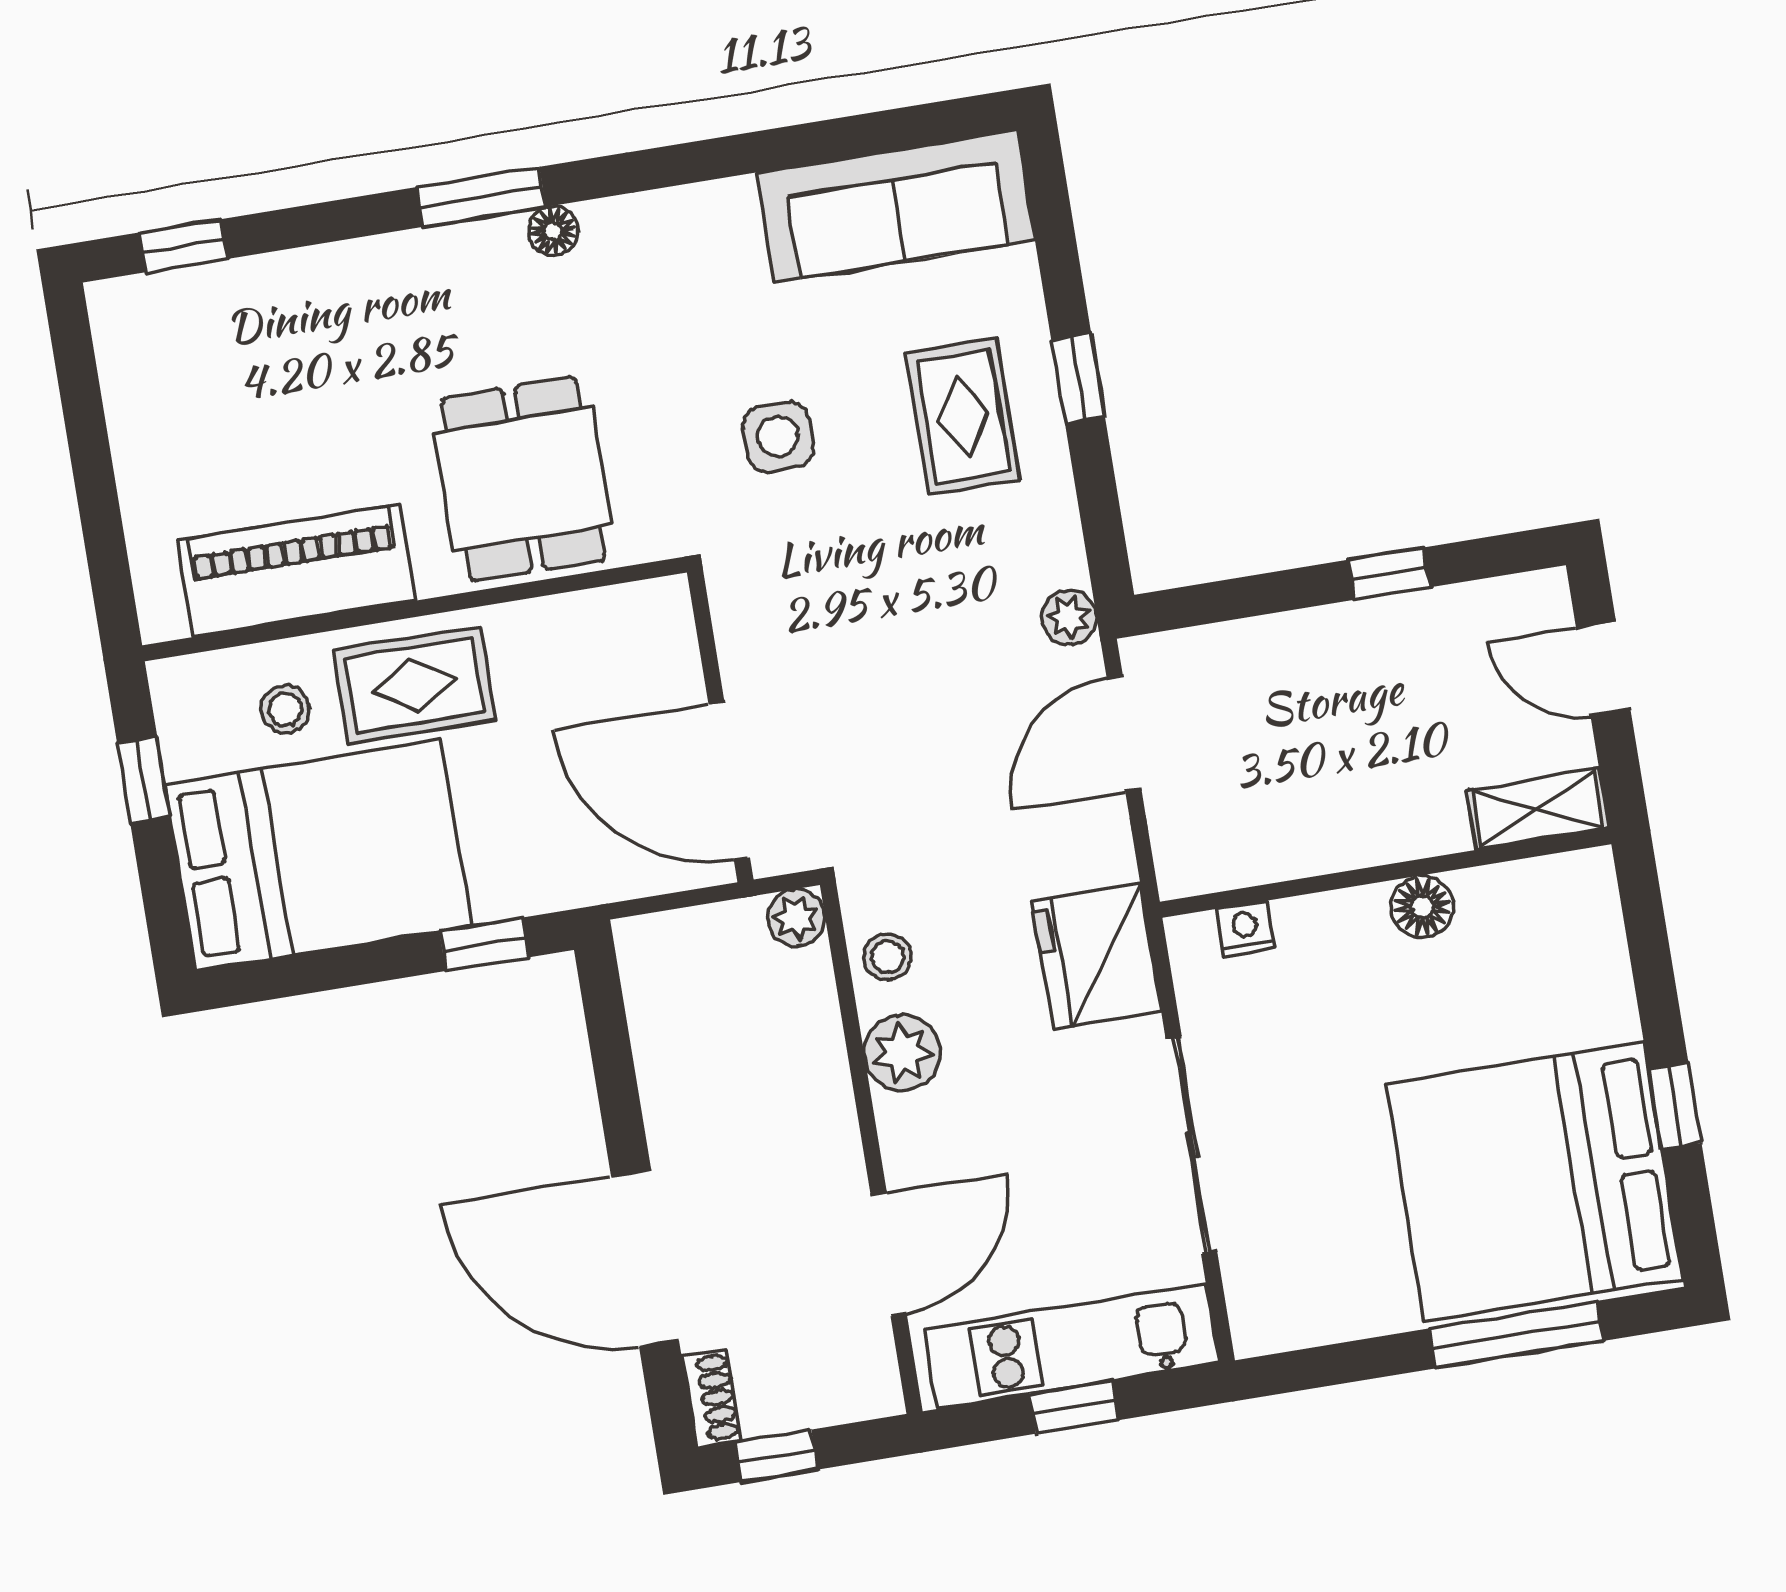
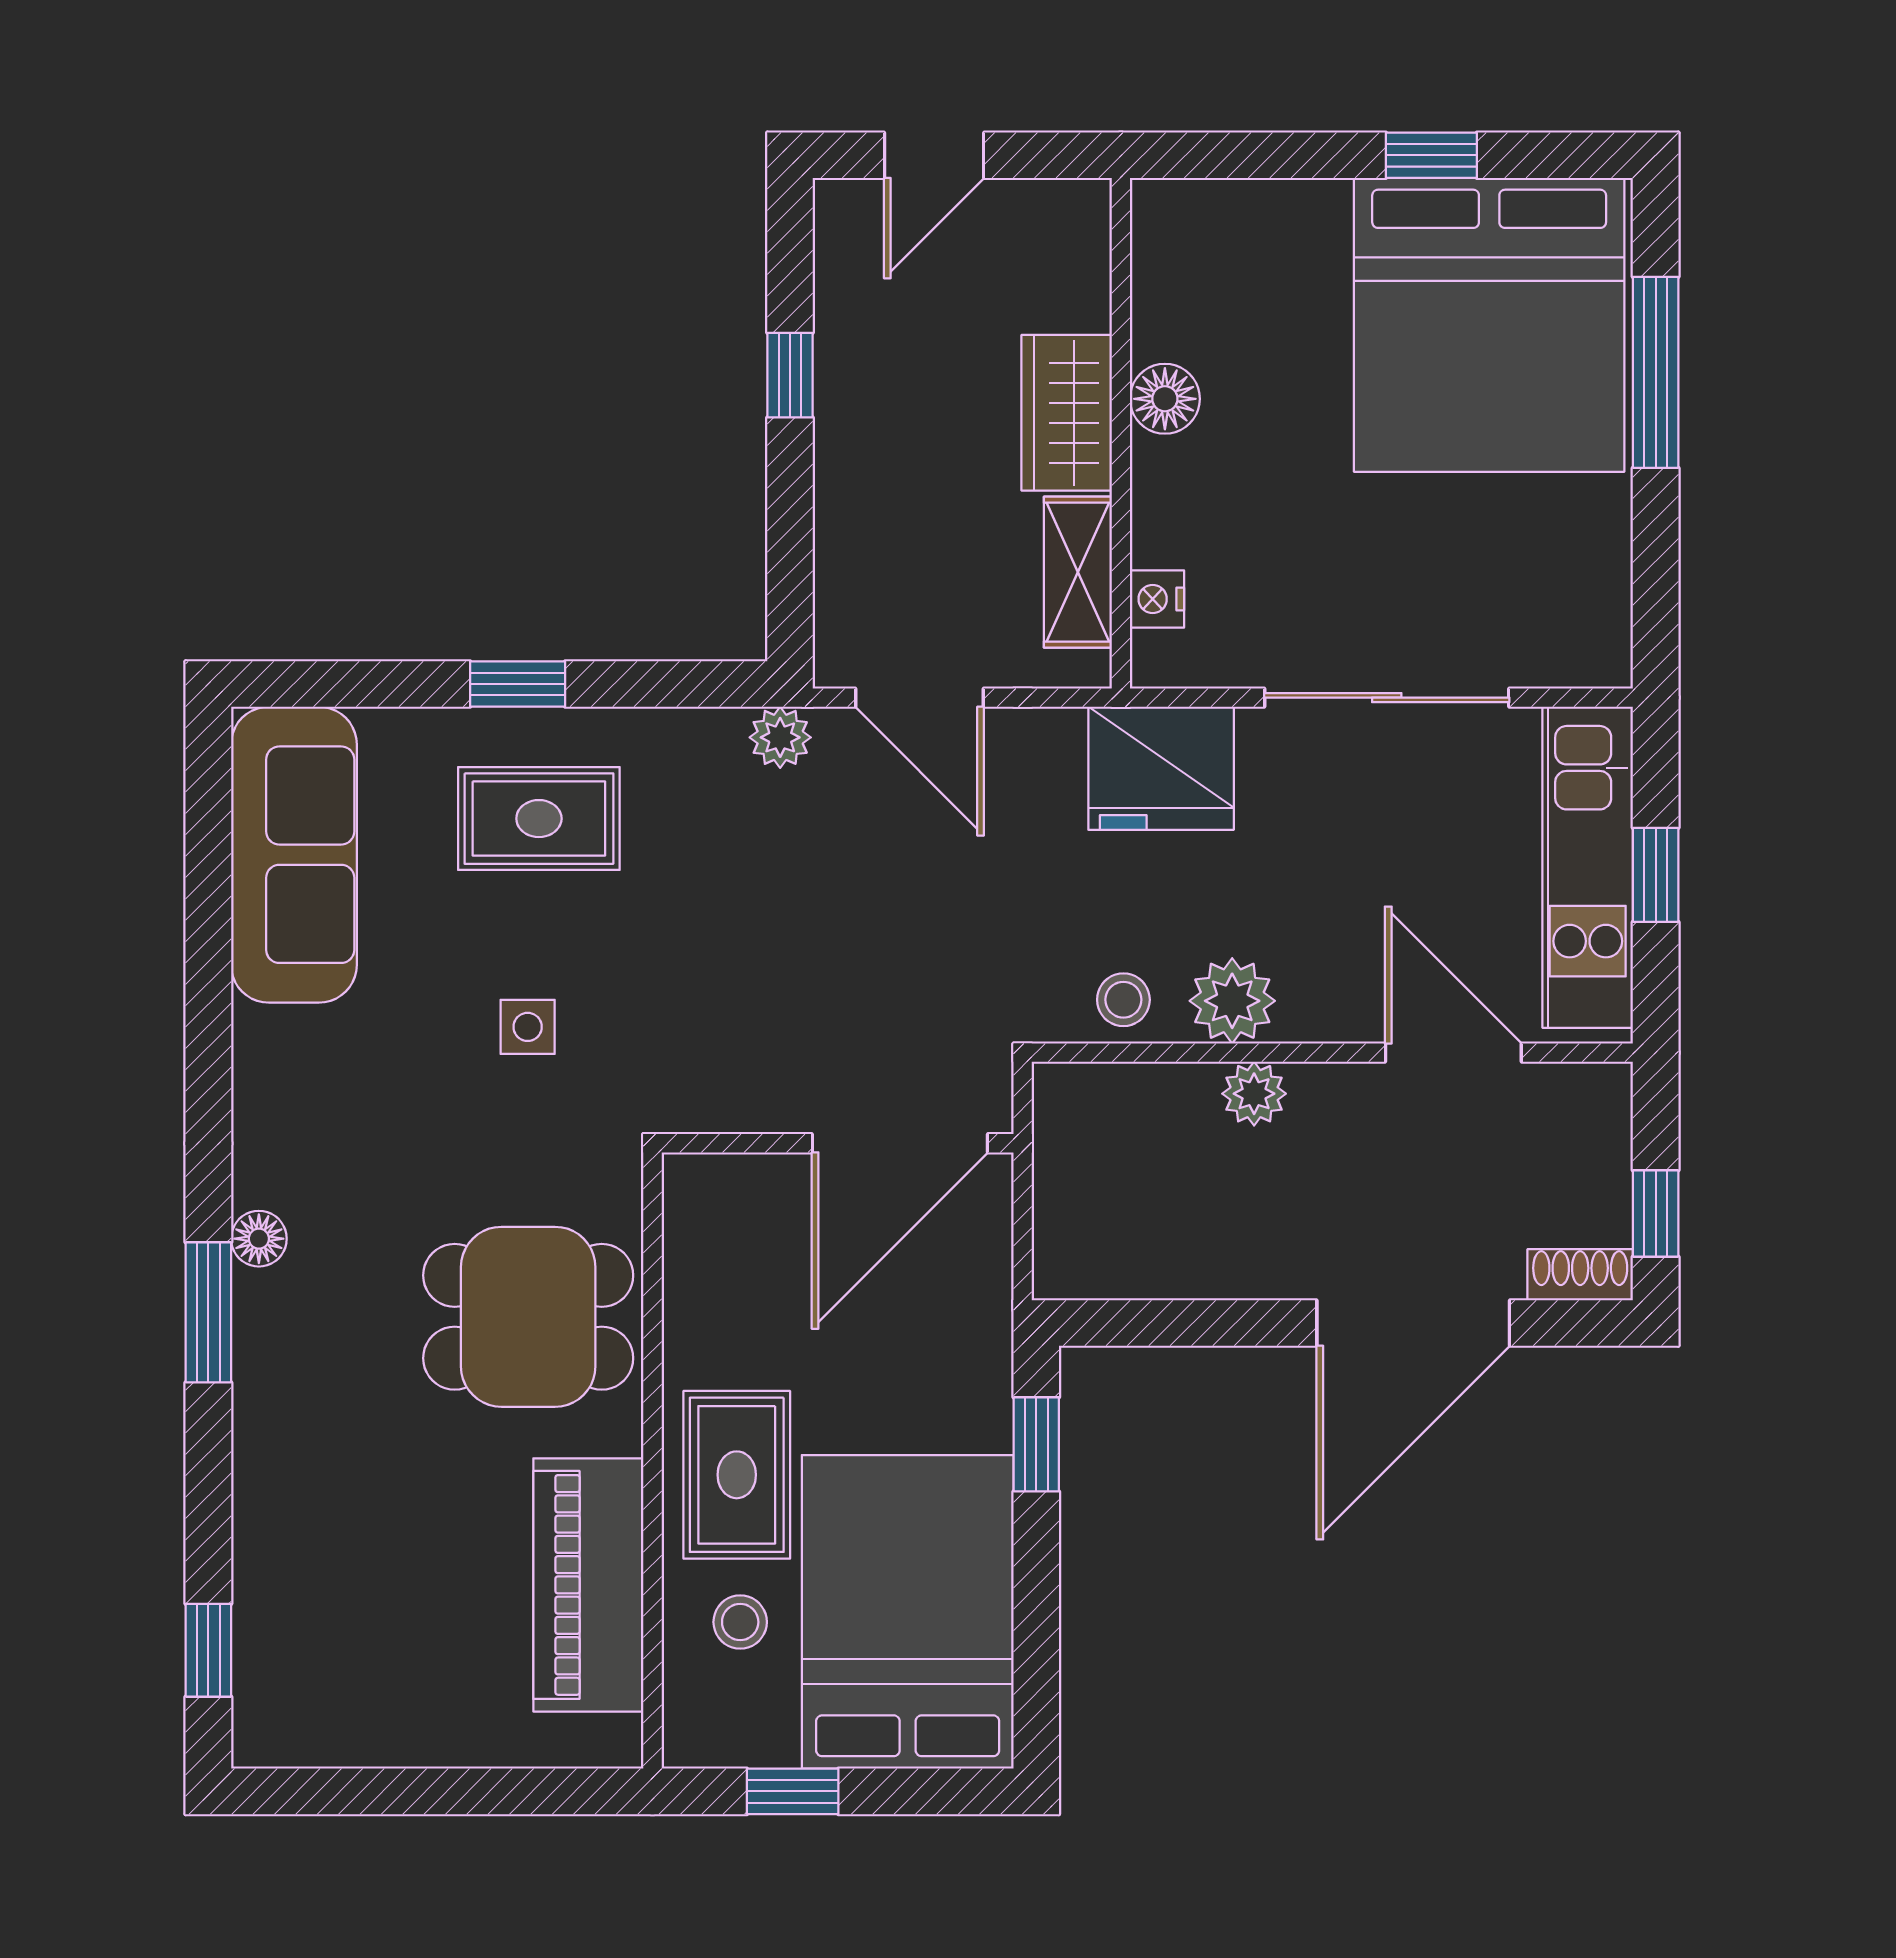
side table: (778, 437) -> (528, 1027), width x0.73, depth x0.73
shelving: (1538, 809) -> (1078, 572), moved
wardrobe: (1396, 822) -> (1067, 413), added
plant: (796, 918) -> (1254, 1094), moved

